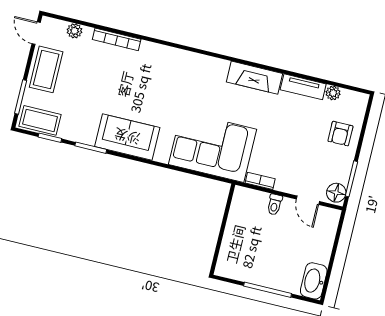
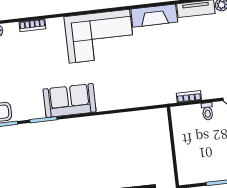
bookcase: (117, 39) -> (32, 25), width x0.64
corner sofa: (213, 147) -> (99, 36), moved, turned 180

